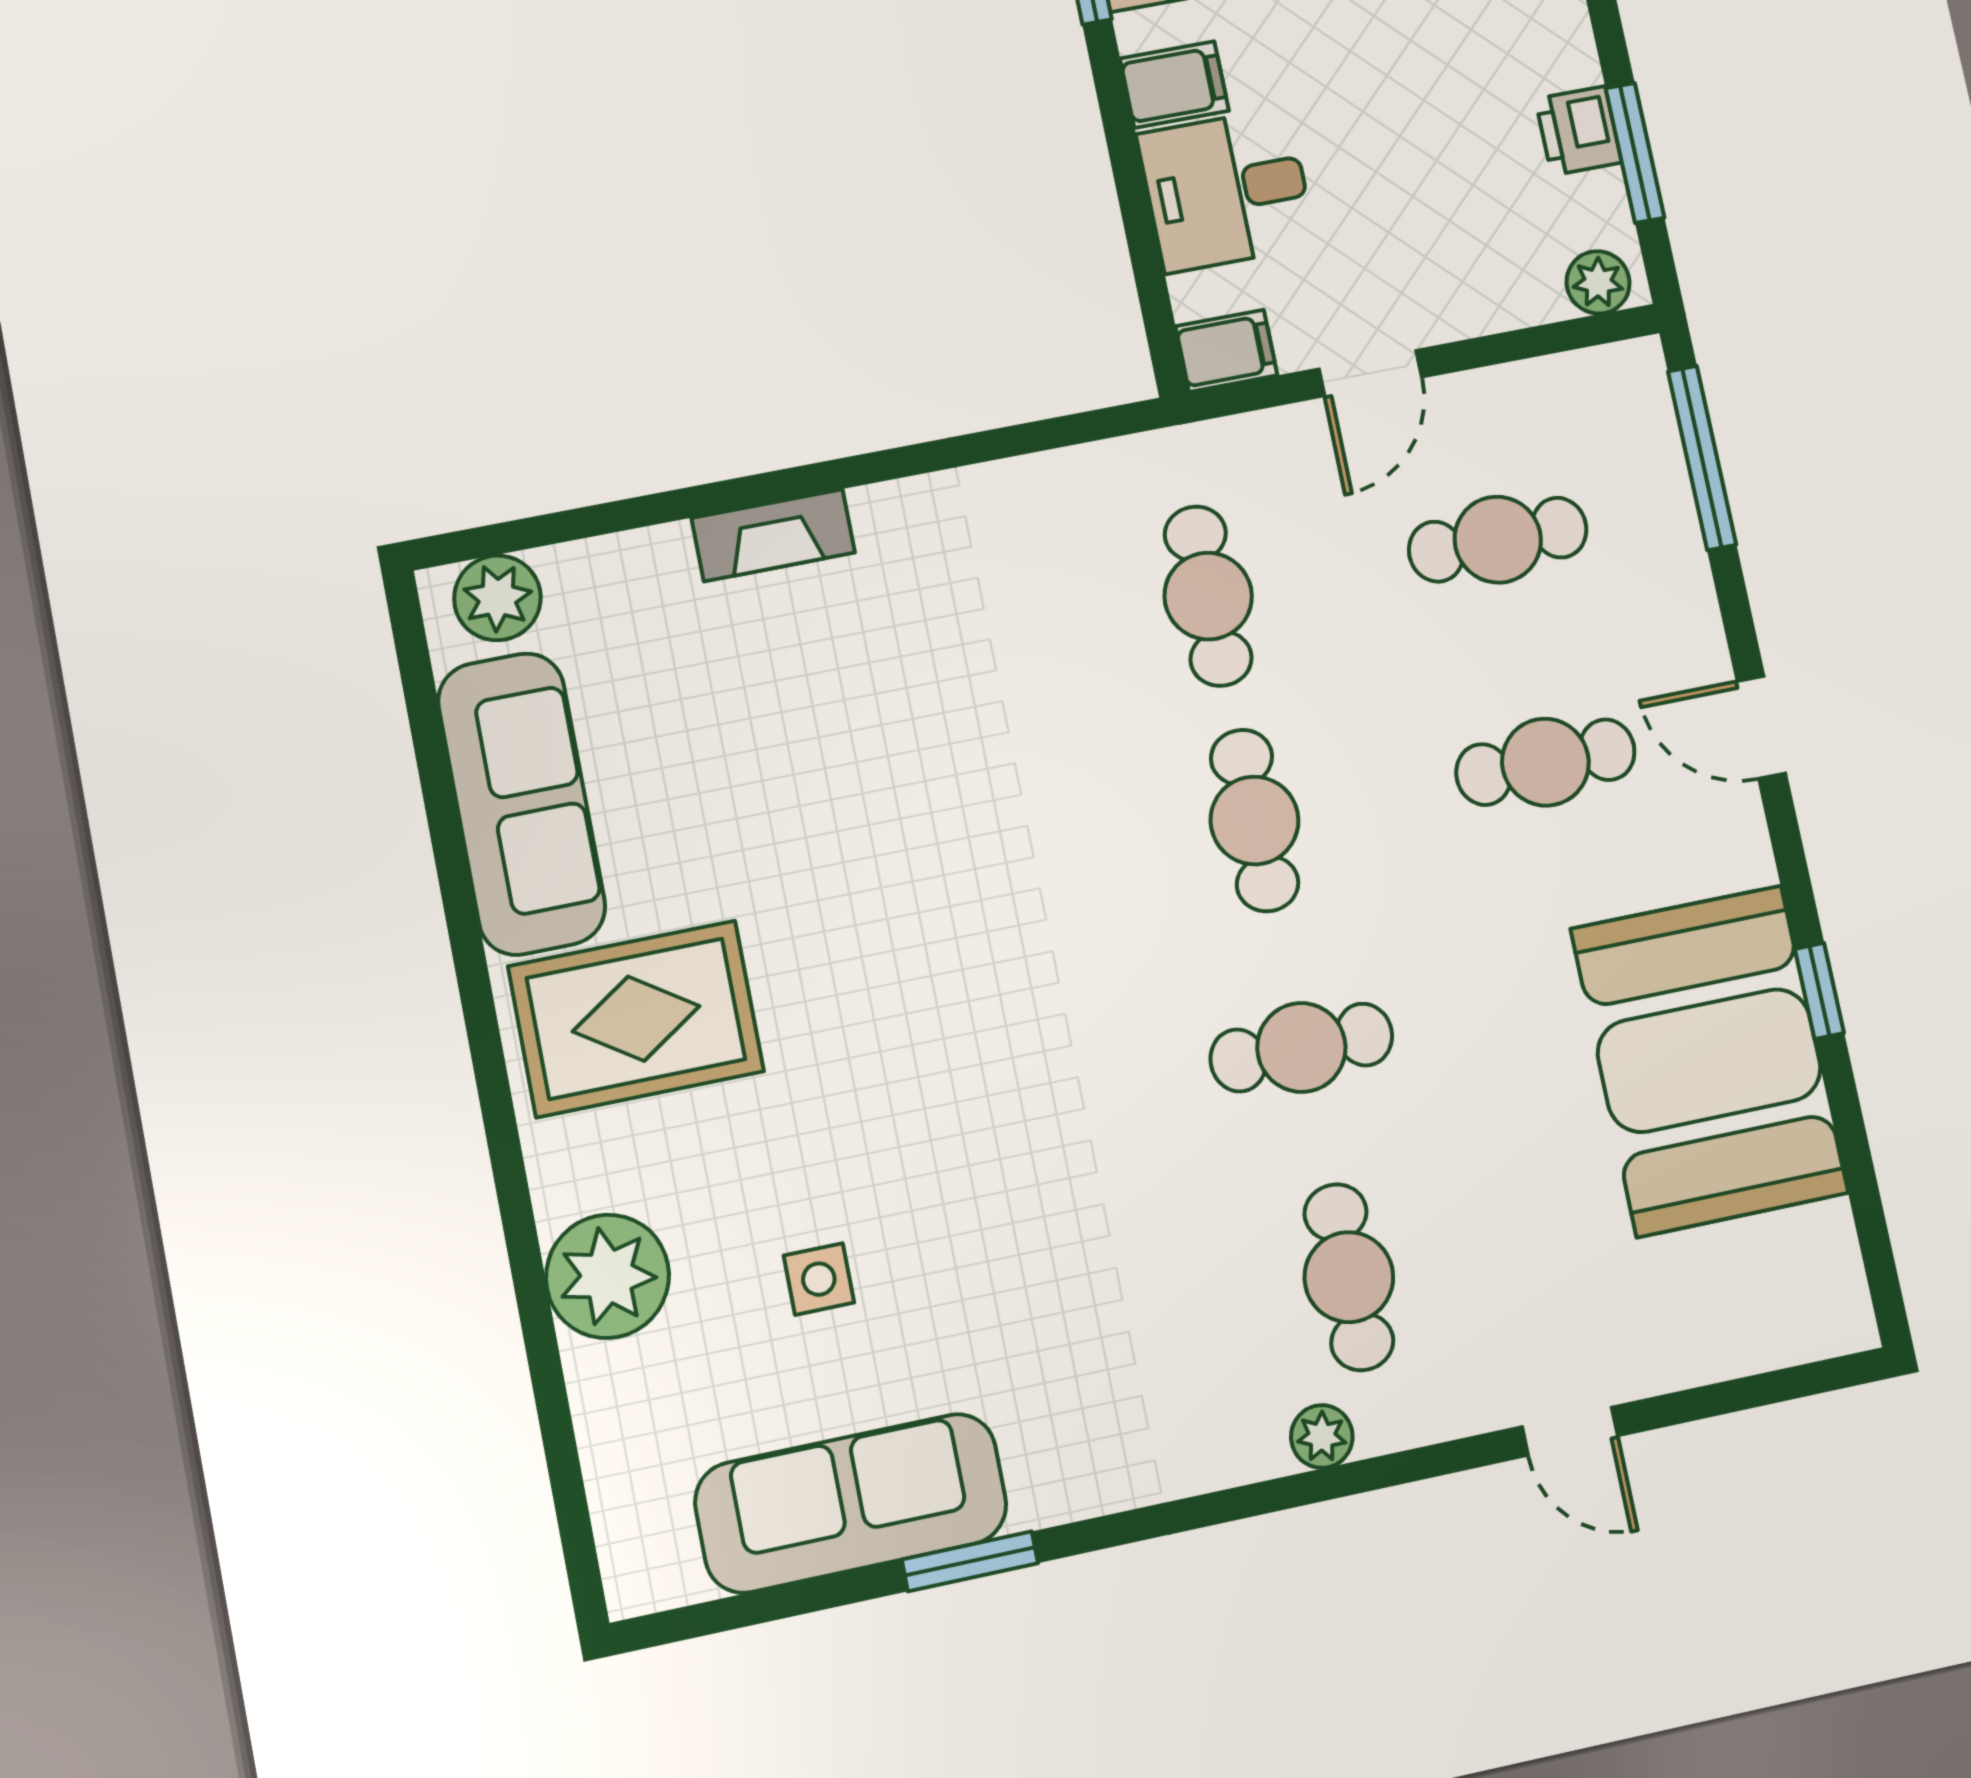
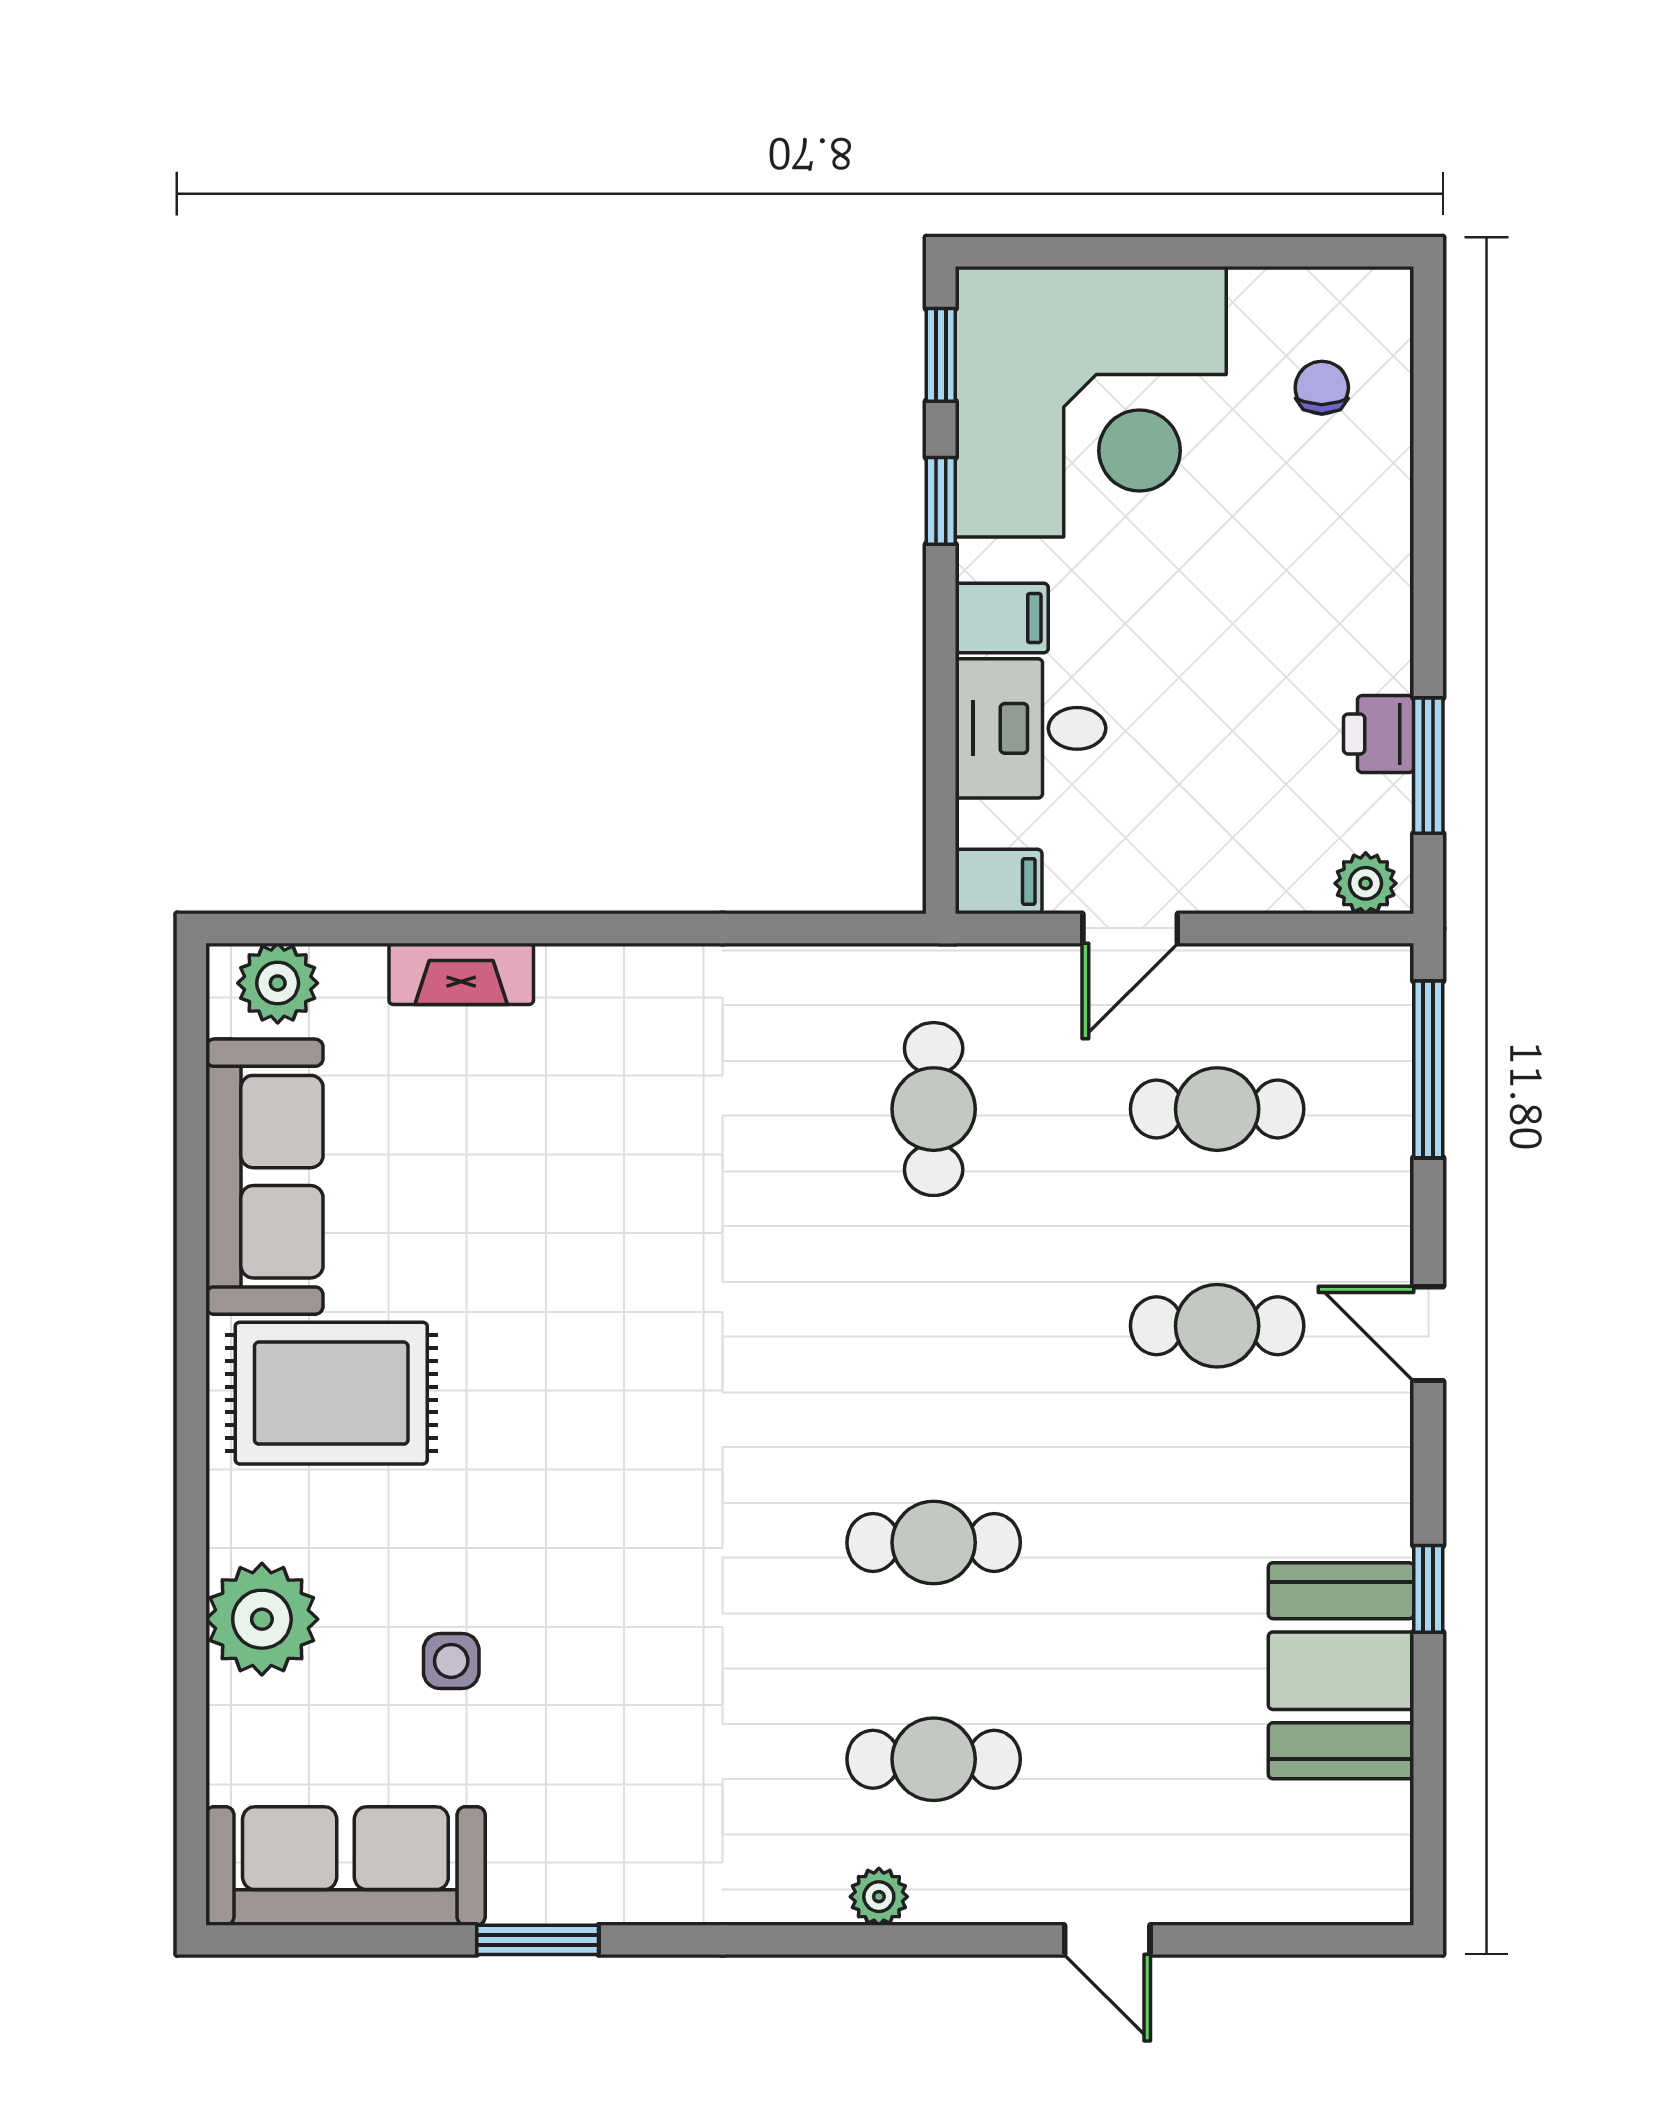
fireplace: (773, 535) -> (461, 974), moved
cafe table: (1255, 820) -> (934, 1326), removed
booth: (1709, 1061) -> (1341, 1671), width x0.73, depth x0.70
cafe table: (1349, 1277) -> (934, 1759), turned 90
sofa: (851, 1503) -> (345, 1866), moved

